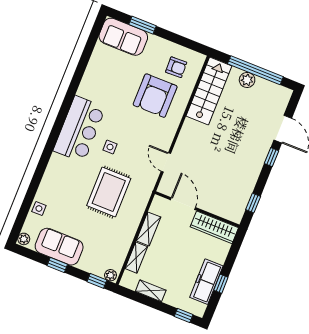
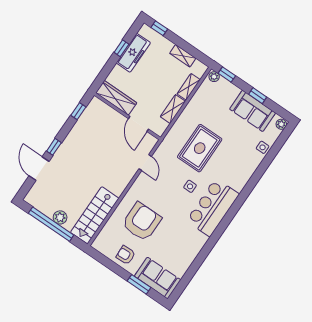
armchair: (176, 67) -> (126, 255), moved

